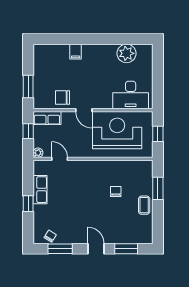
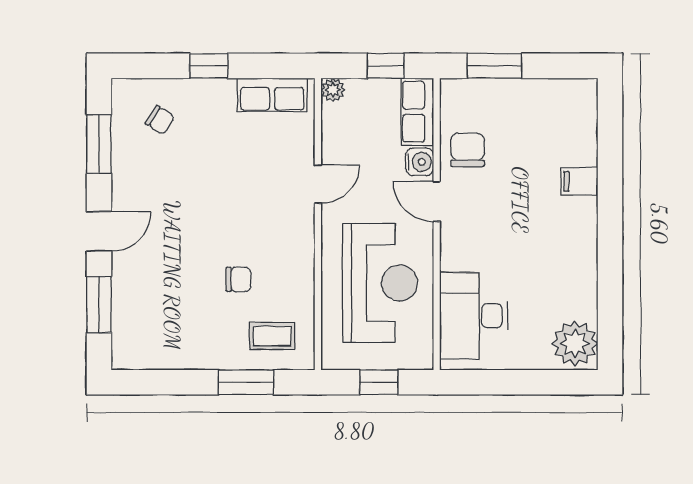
plant: (127, 53) -> (575, 343), moved
door: (84, 110) -> (437, 202), hinge flipped
water cooler: (67, 117) -> (420, 162), added
door: (60, 159) -> (318, 184), moved
row of seats: (40, 190) -> (272, 95), moved
coffee table: (144, 205) -> (272, 336), moved
chair: (50, 236) -> (160, 120), moved

